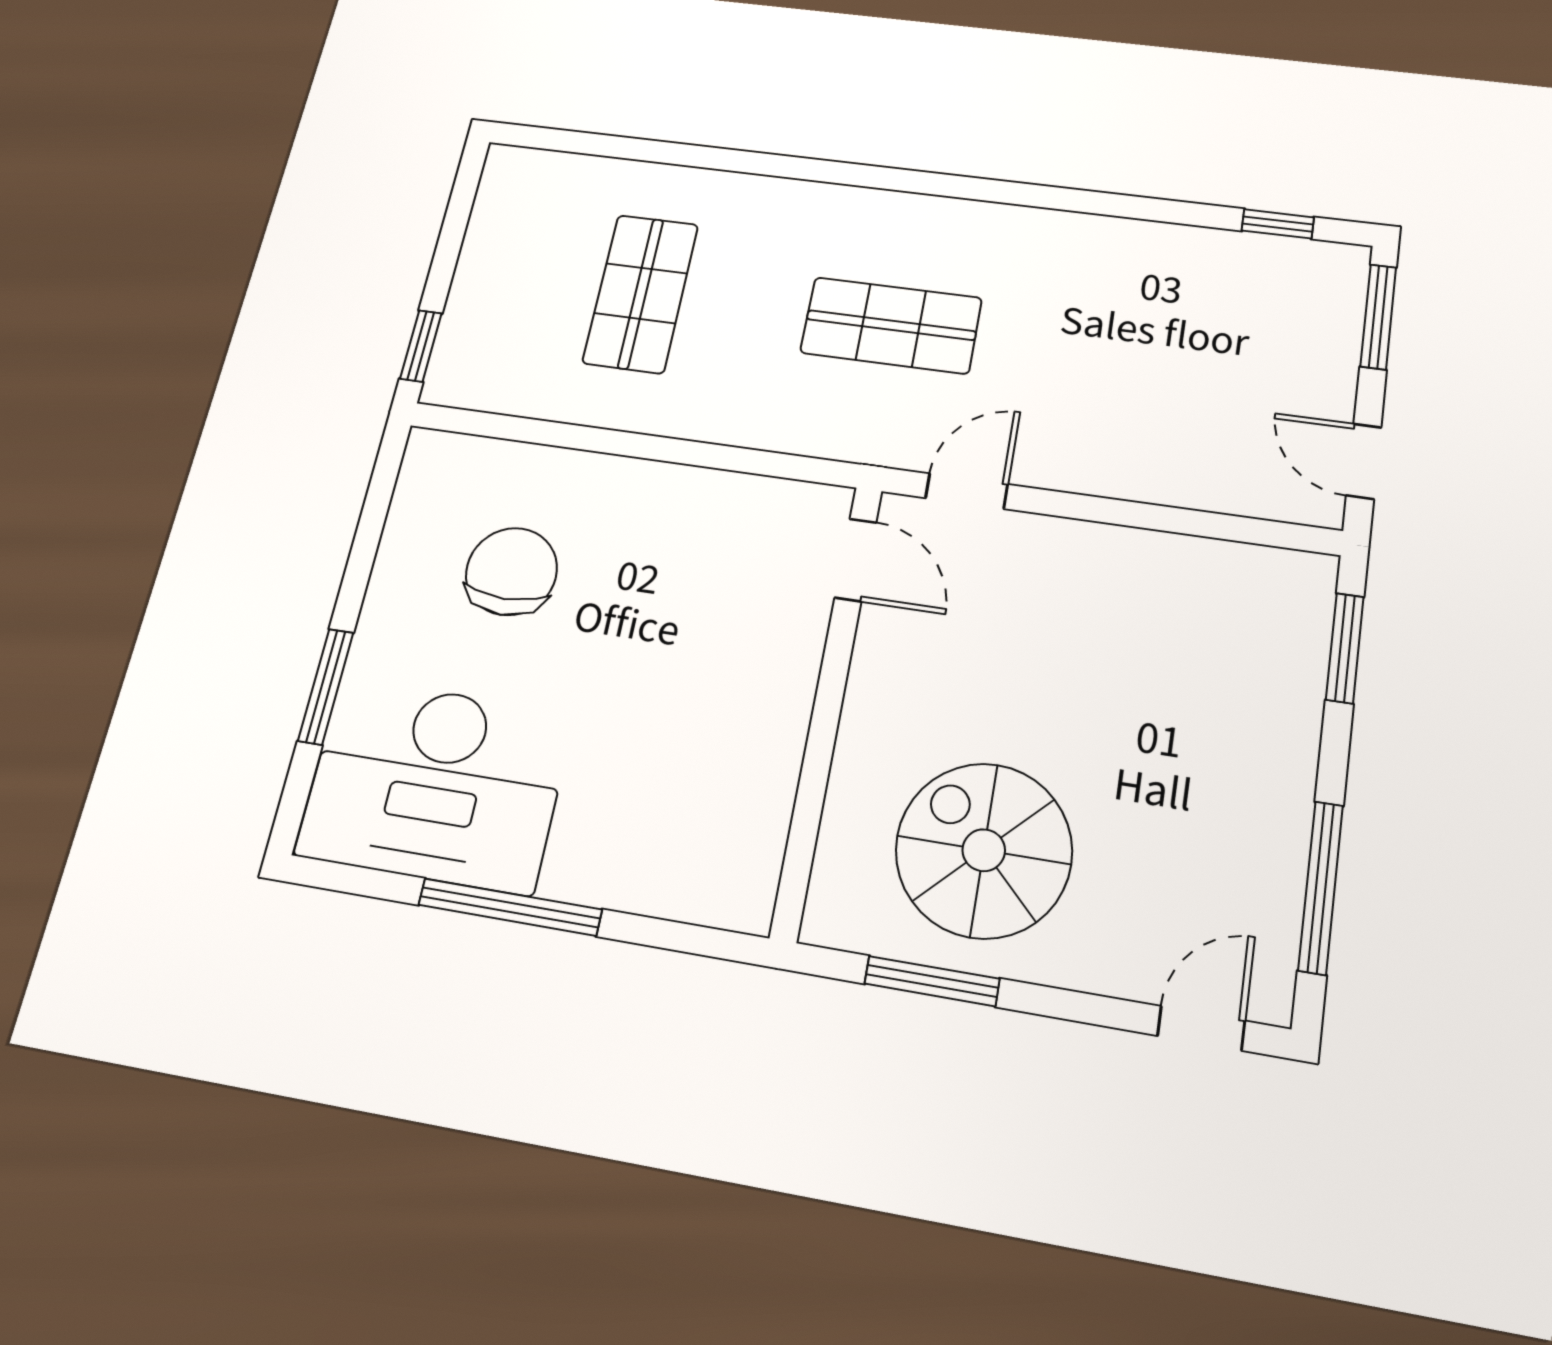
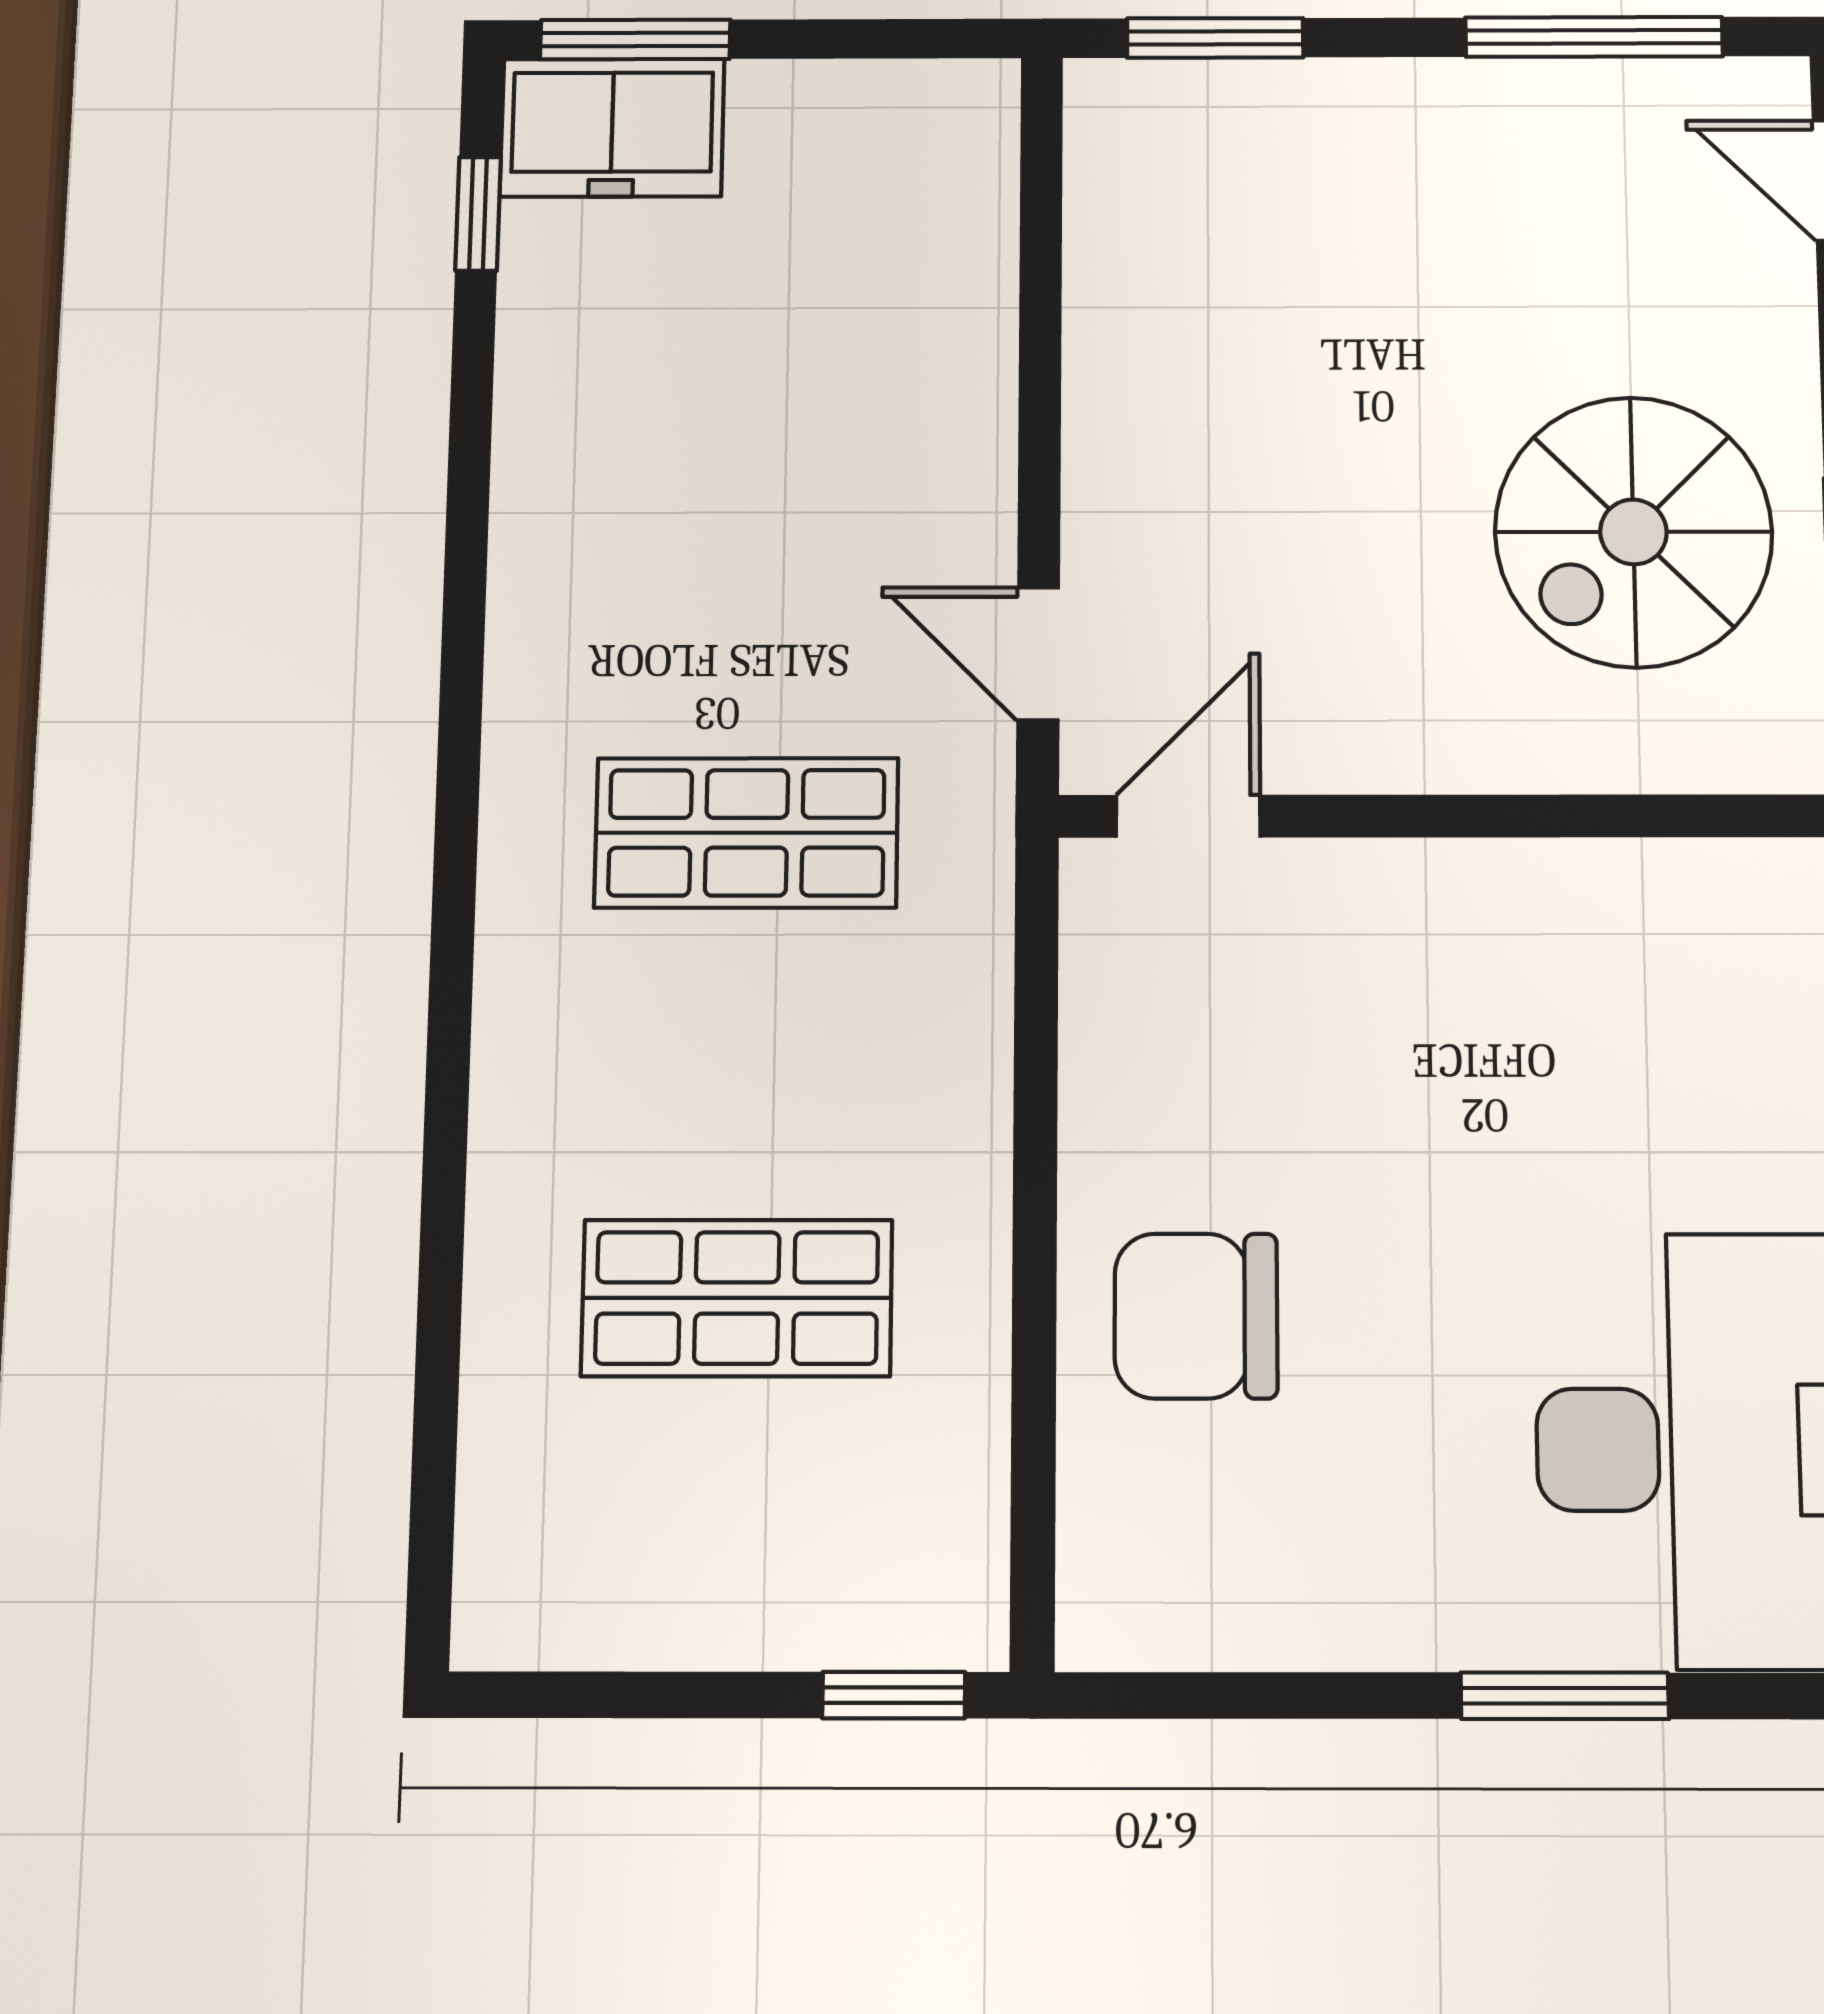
freezer: (1323, 299) -> (612, 128), added
shop shelf: (891, 325) -> (747, 833), turned 90
door: (1364, 461) -> (897, 39), removed
chair: (511, 571) -> (1196, 1316), moved

